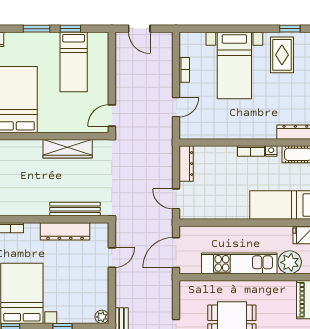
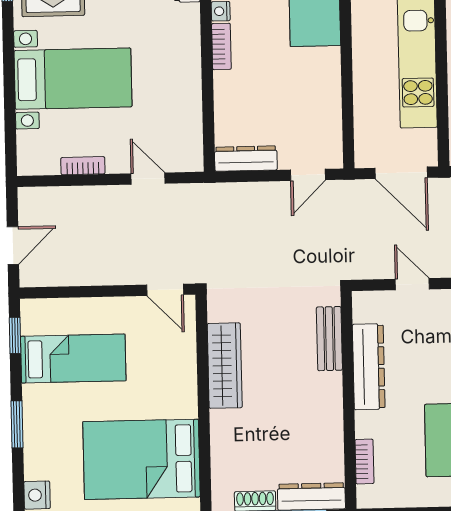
window: (70, 29) -> (15, 335), moved
bench: (75, 209) -> (329, 339), width x0.73

